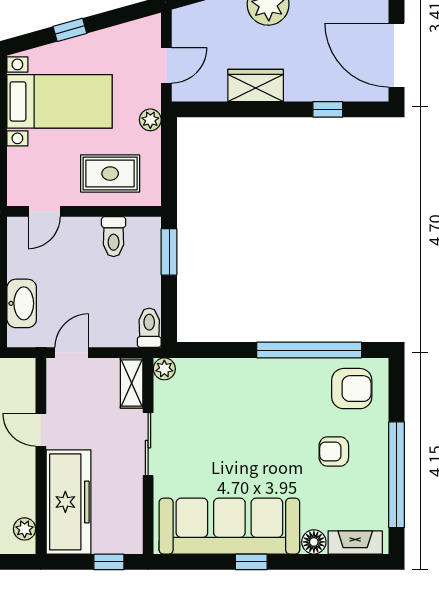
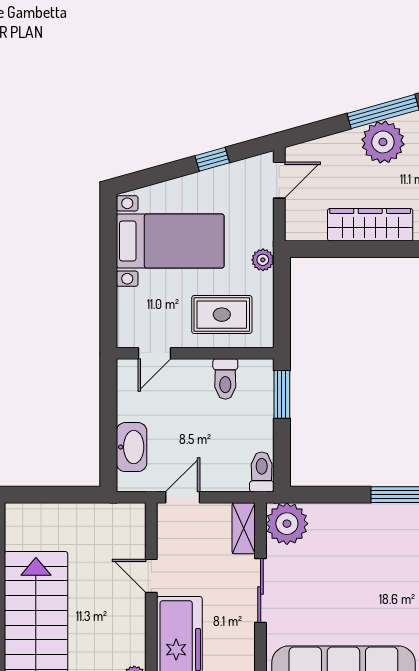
window: (70, 30) -> (212, 159), moved
door: (166, 65) -> (279, 180), moved
wardrobe: (256, 85) -> (370, 225), width x1.50
plant: (164, 369) -> (287, 524), width x1.88, depth x1.88

